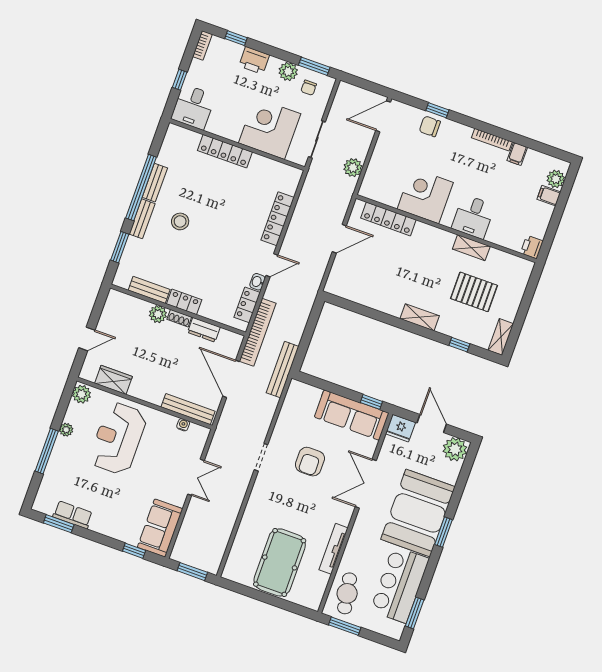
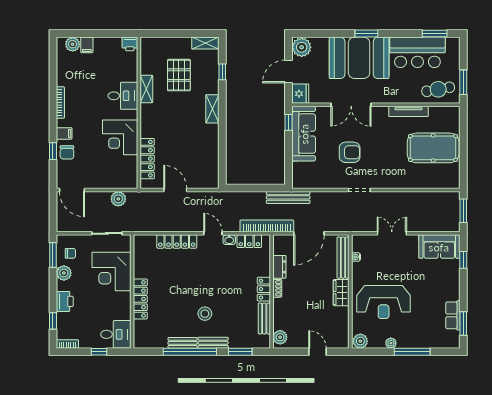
filing cabinet: (517, 154) -> (64, 133), moved
plant: (158, 314) -> (280, 337), moved
wardrobe: (114, 380) -> (341, 293), moved

